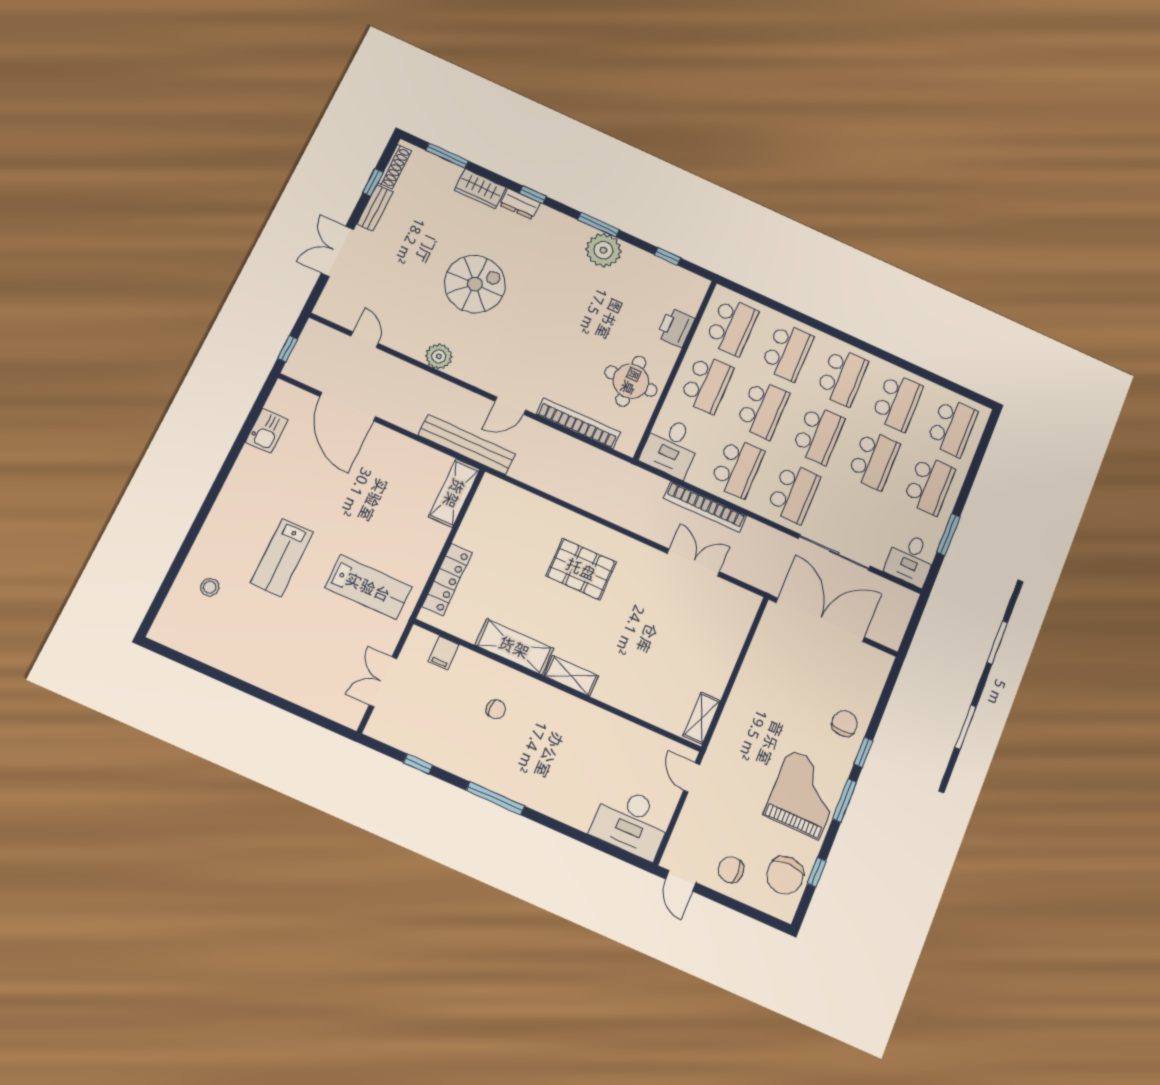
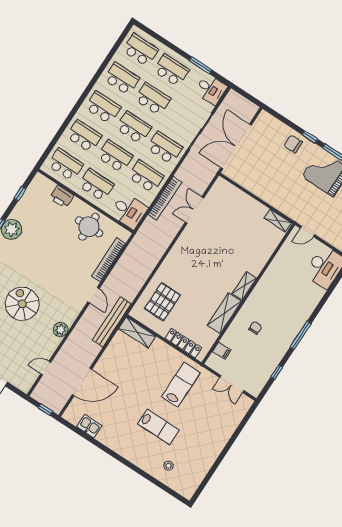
pallet: (581, 569) -> (163, 302), moved

